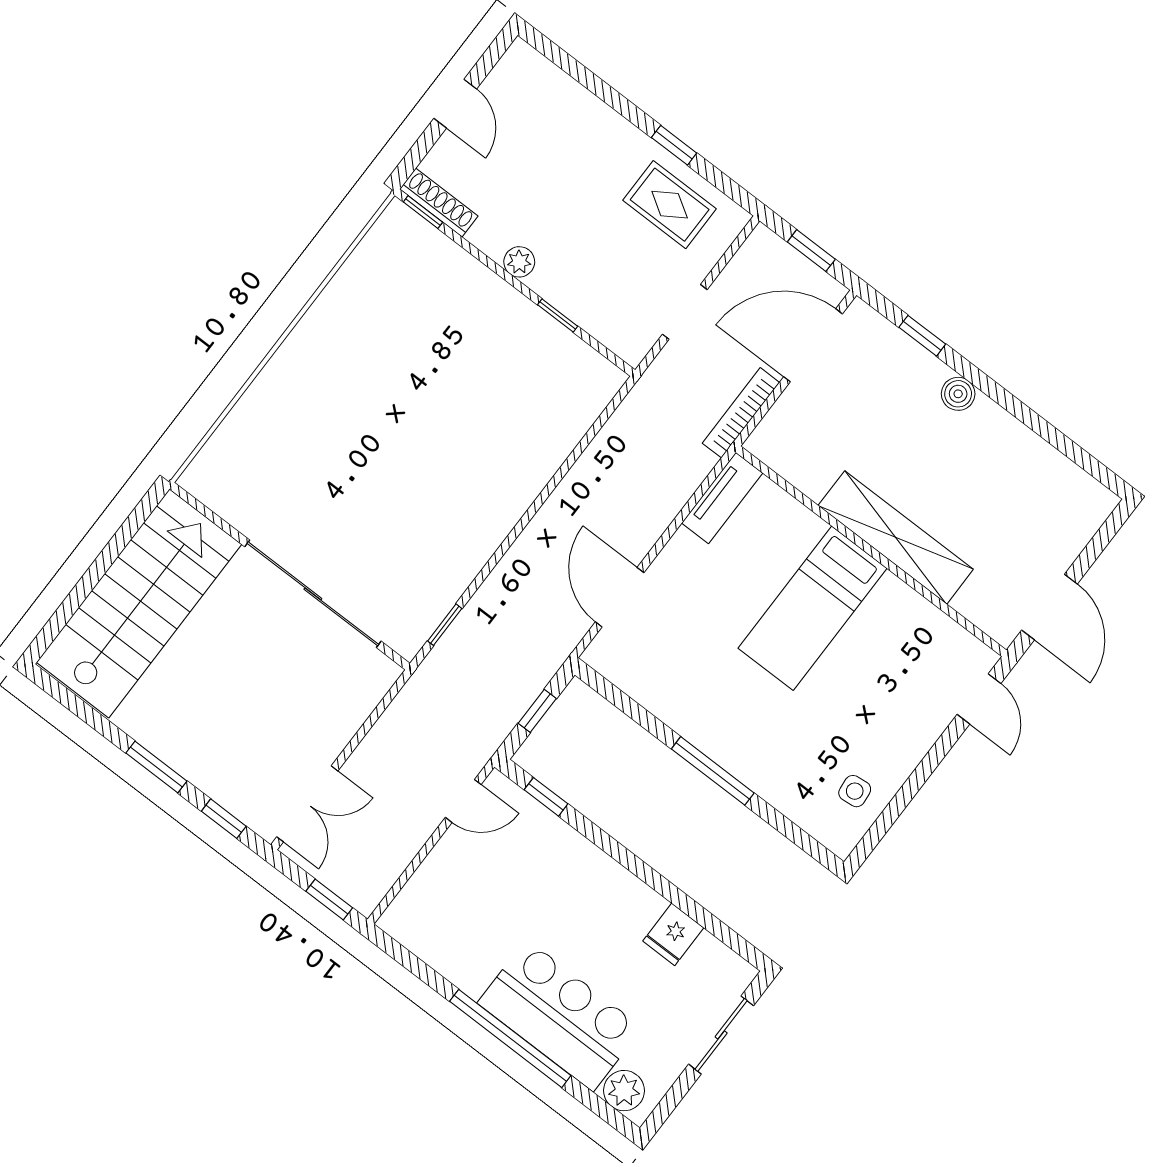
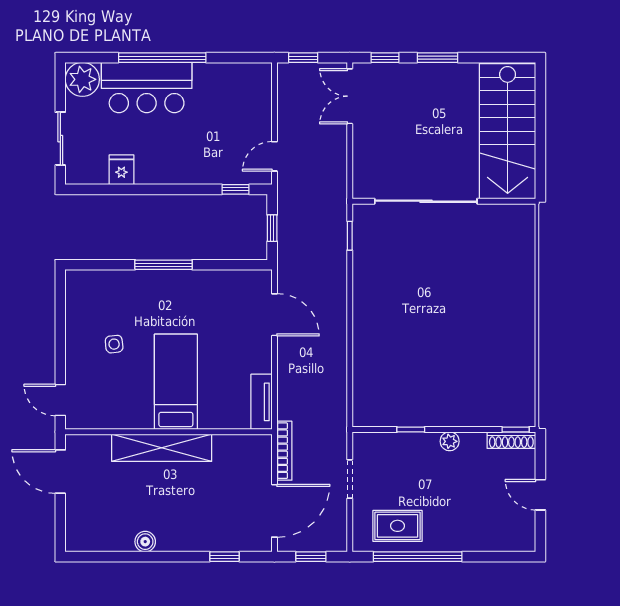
window: (674, 145) -> (418, 557), width x3.17
boiler: (958, 394) -> (145, 542), moved
side table: (855, 791) -> (114, 344), moved
plant: (624, 1091) -> (82, 79), width x1.36, depth x1.36

